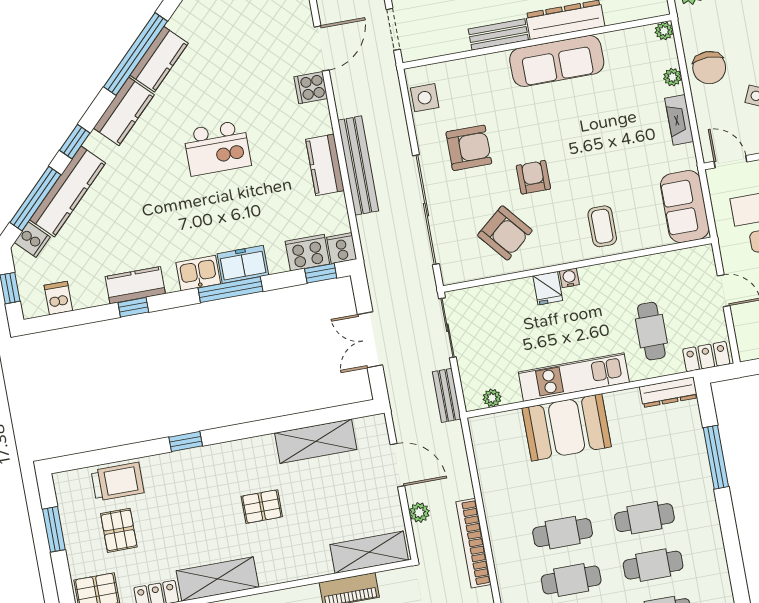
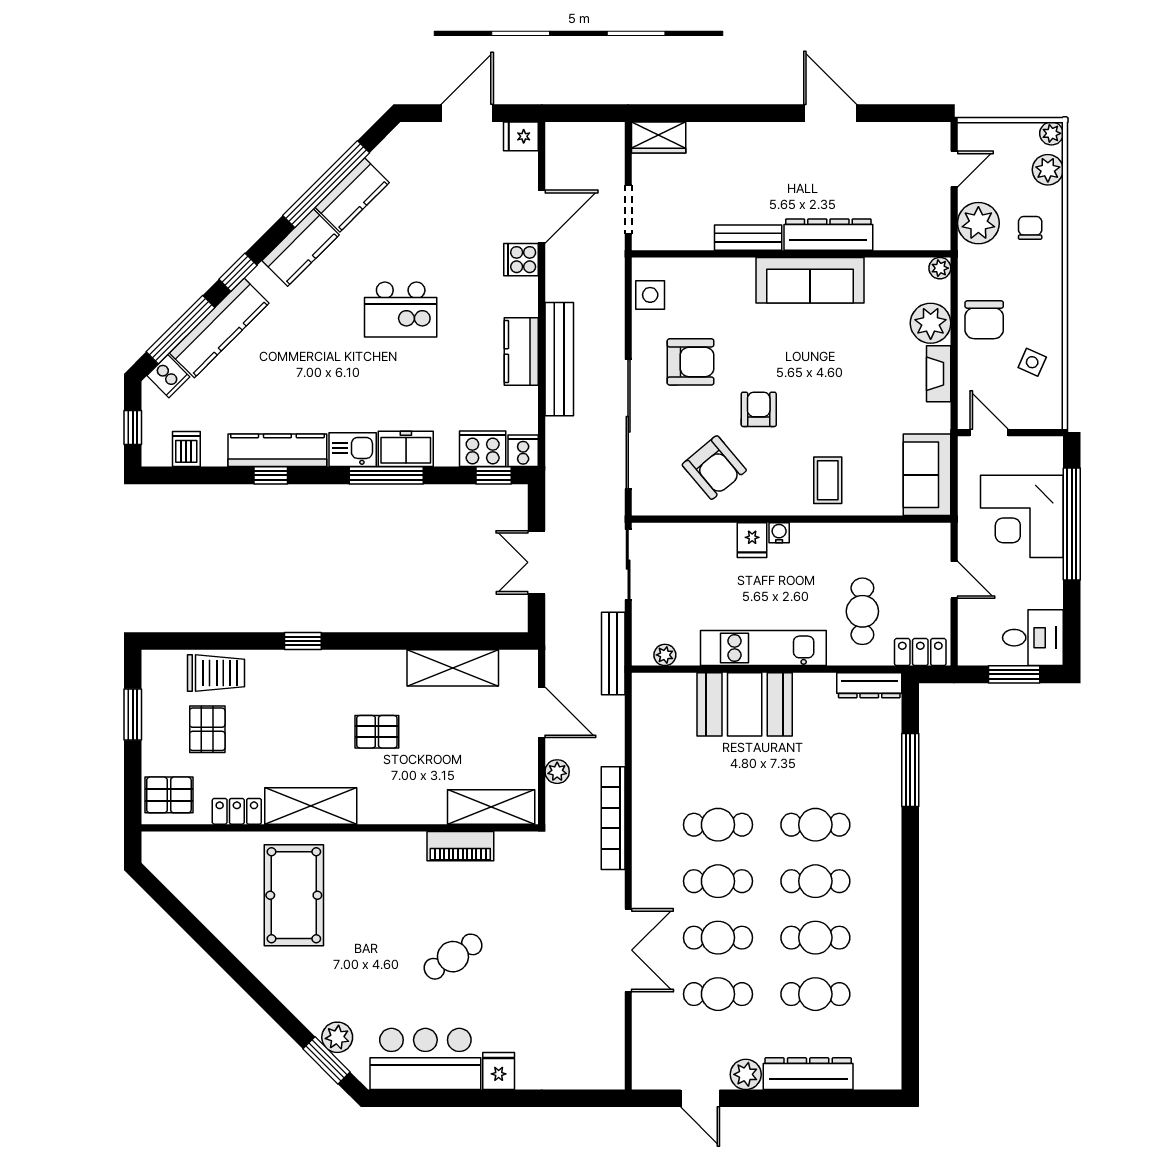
plant: (673, 77) -> (931, 323), width x1.88, depth x1.88
kitchen counter: (135, 285) -> (277, 450), width x1.50
bench: (447, 395) -> (613, 653), width x1.36

